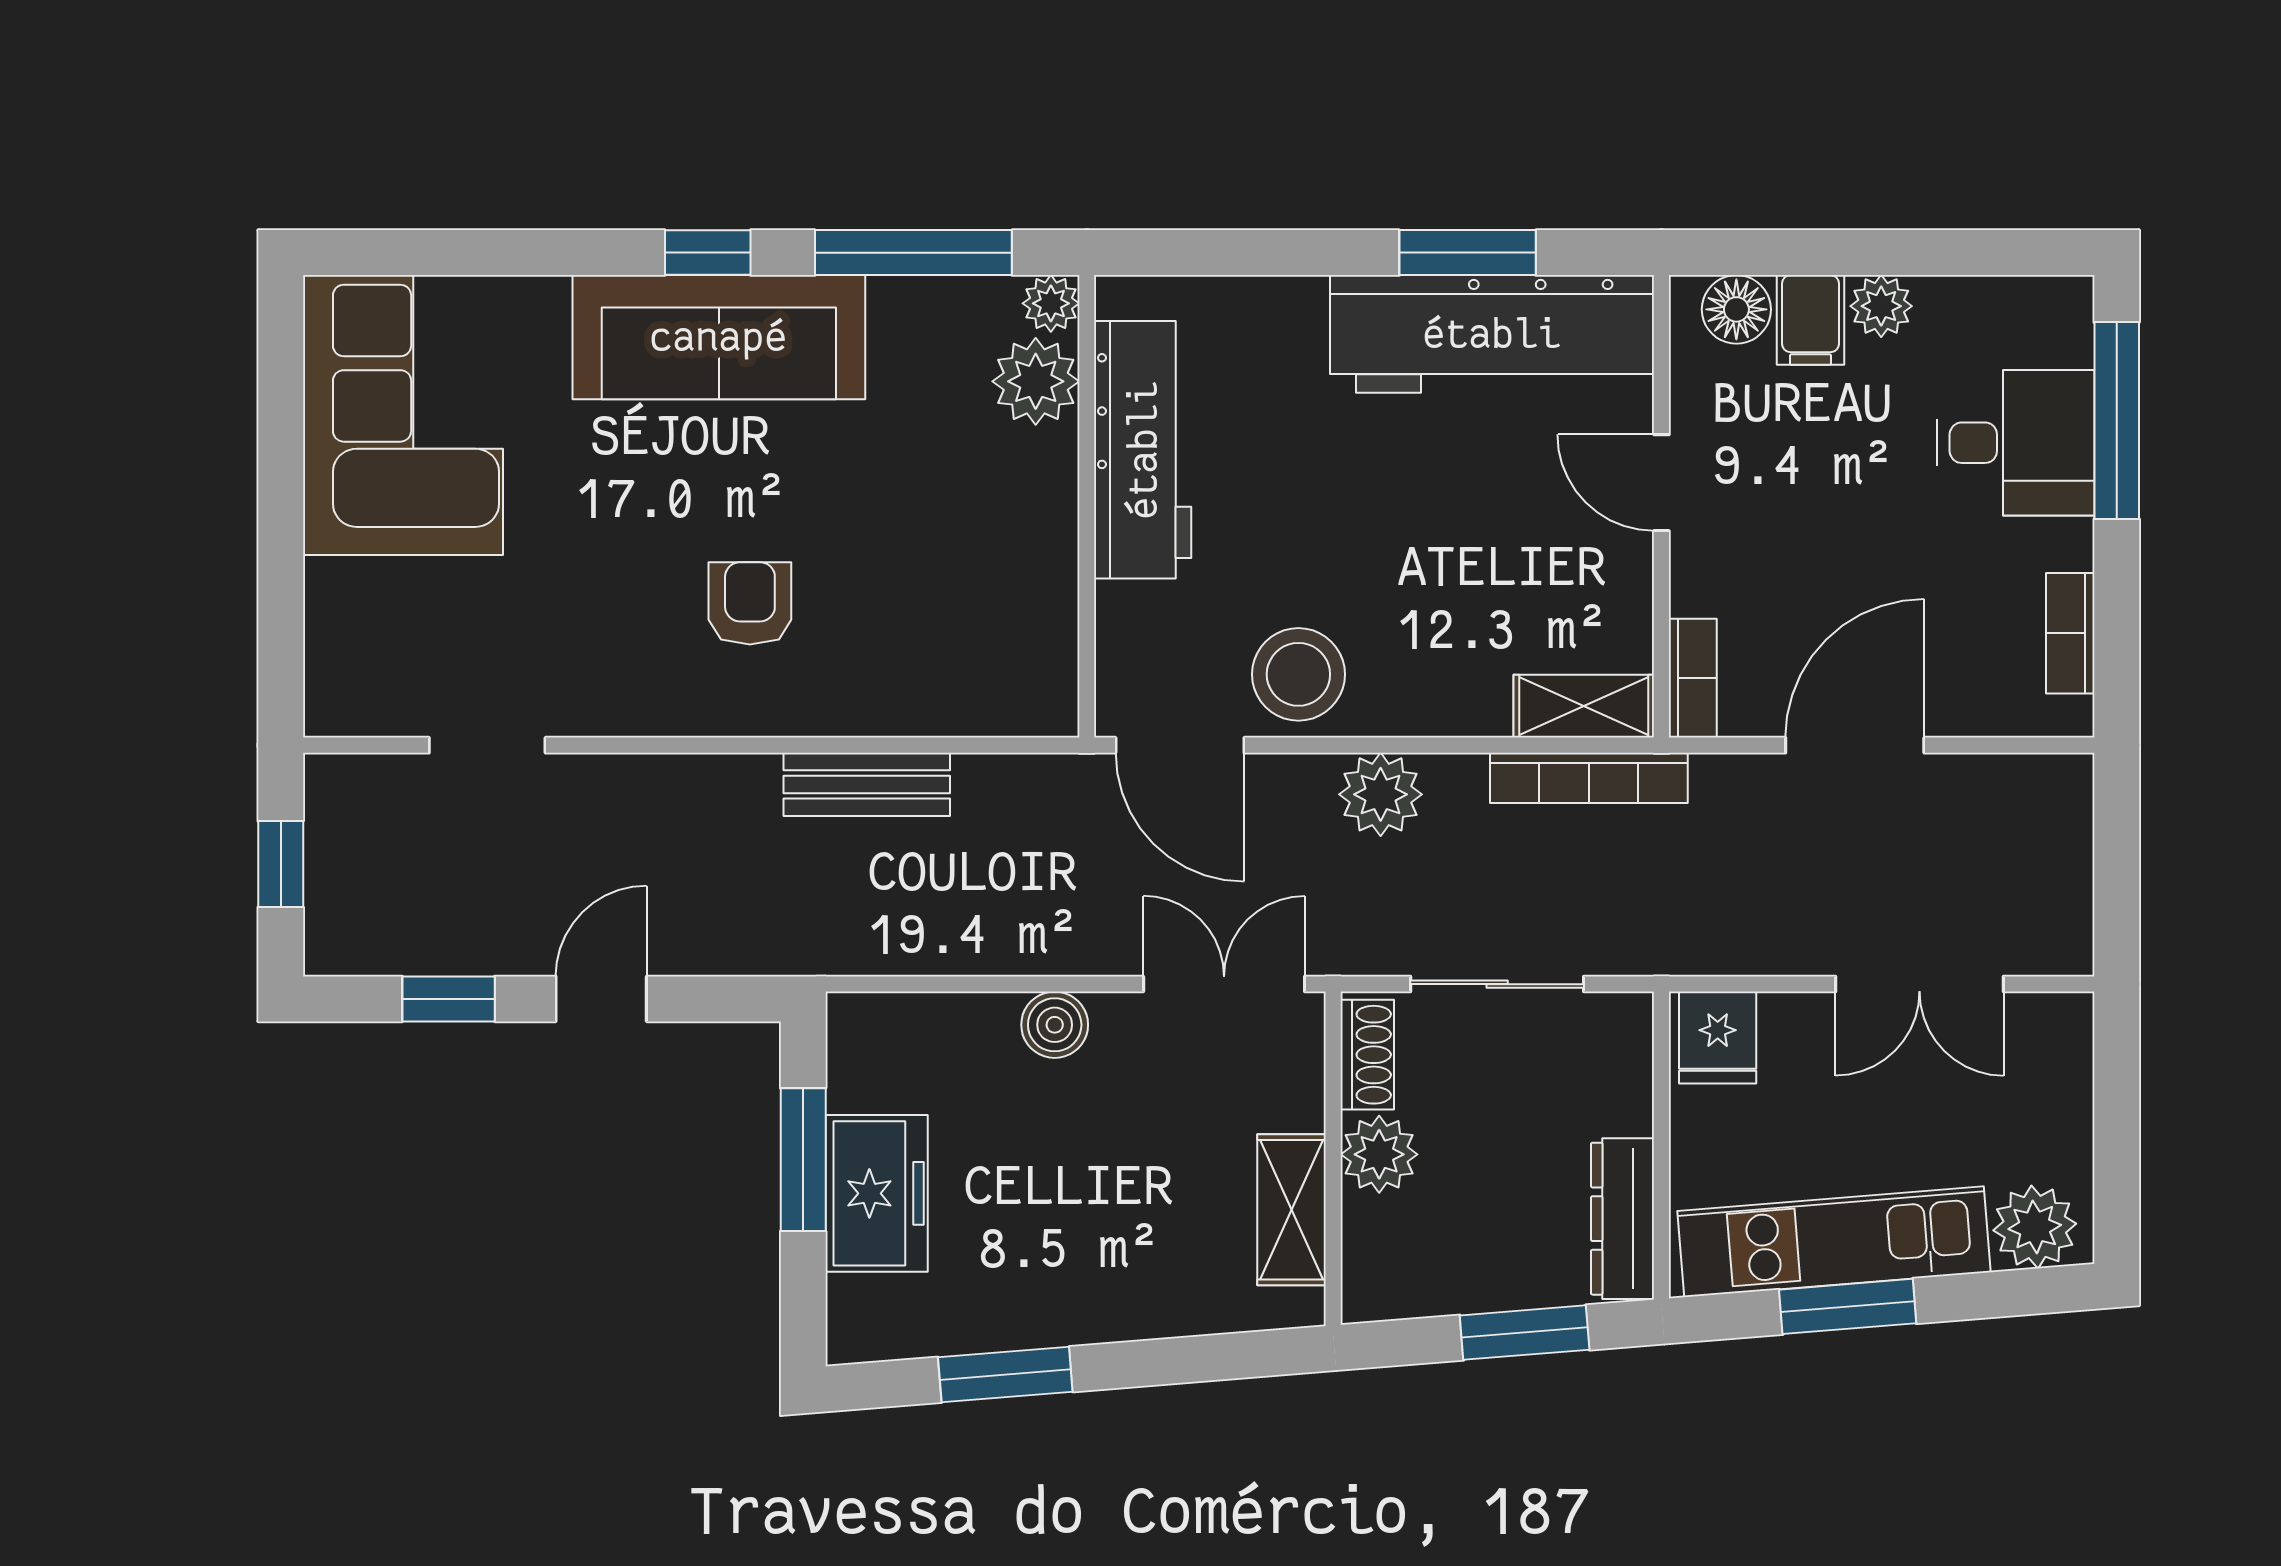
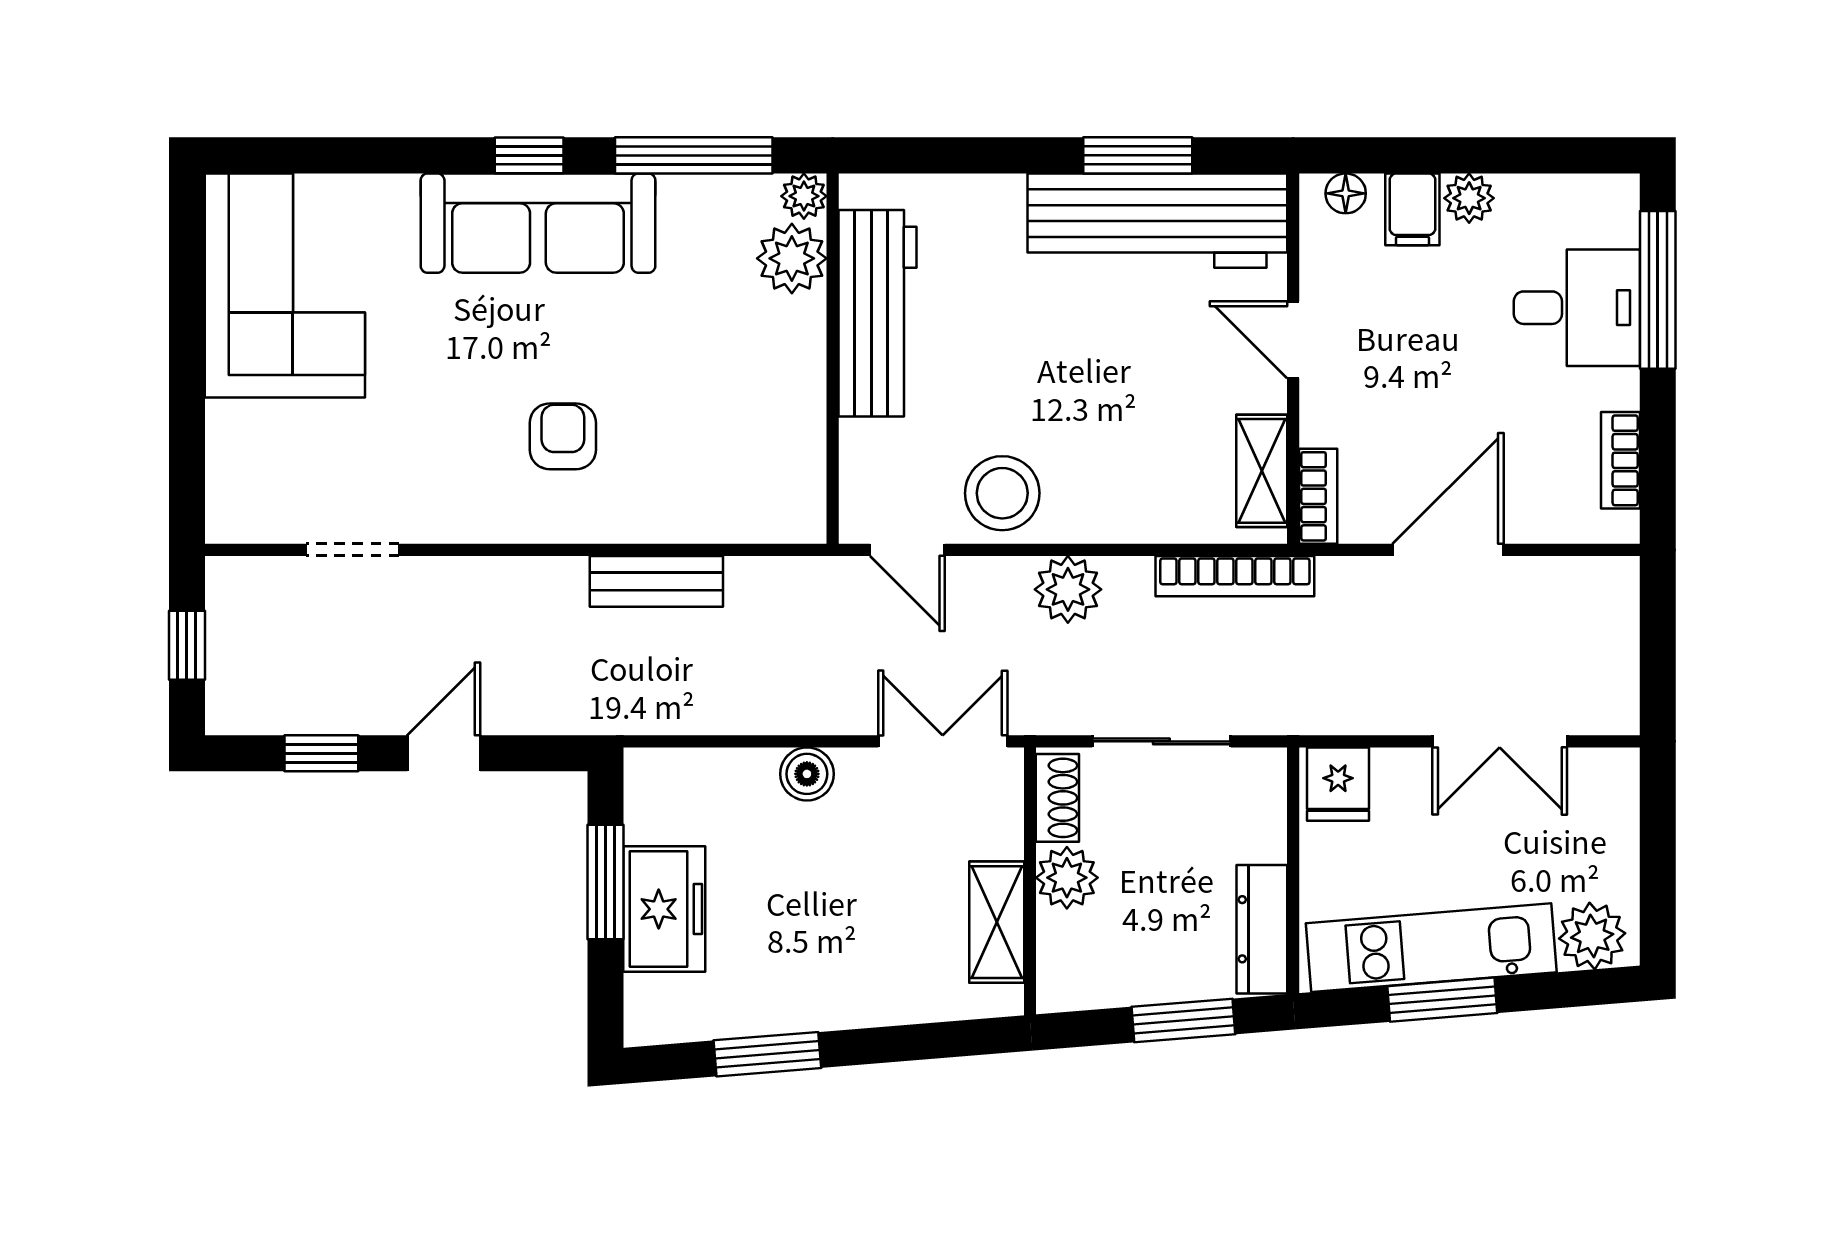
floor lamp: (1736, 309) -> (1346, 193), width x0.73, depth x0.73
shelving: (1584, 706) -> (1262, 471), moved, turned 90
door: (1180, 745) -> (907, 550), width x0.73

